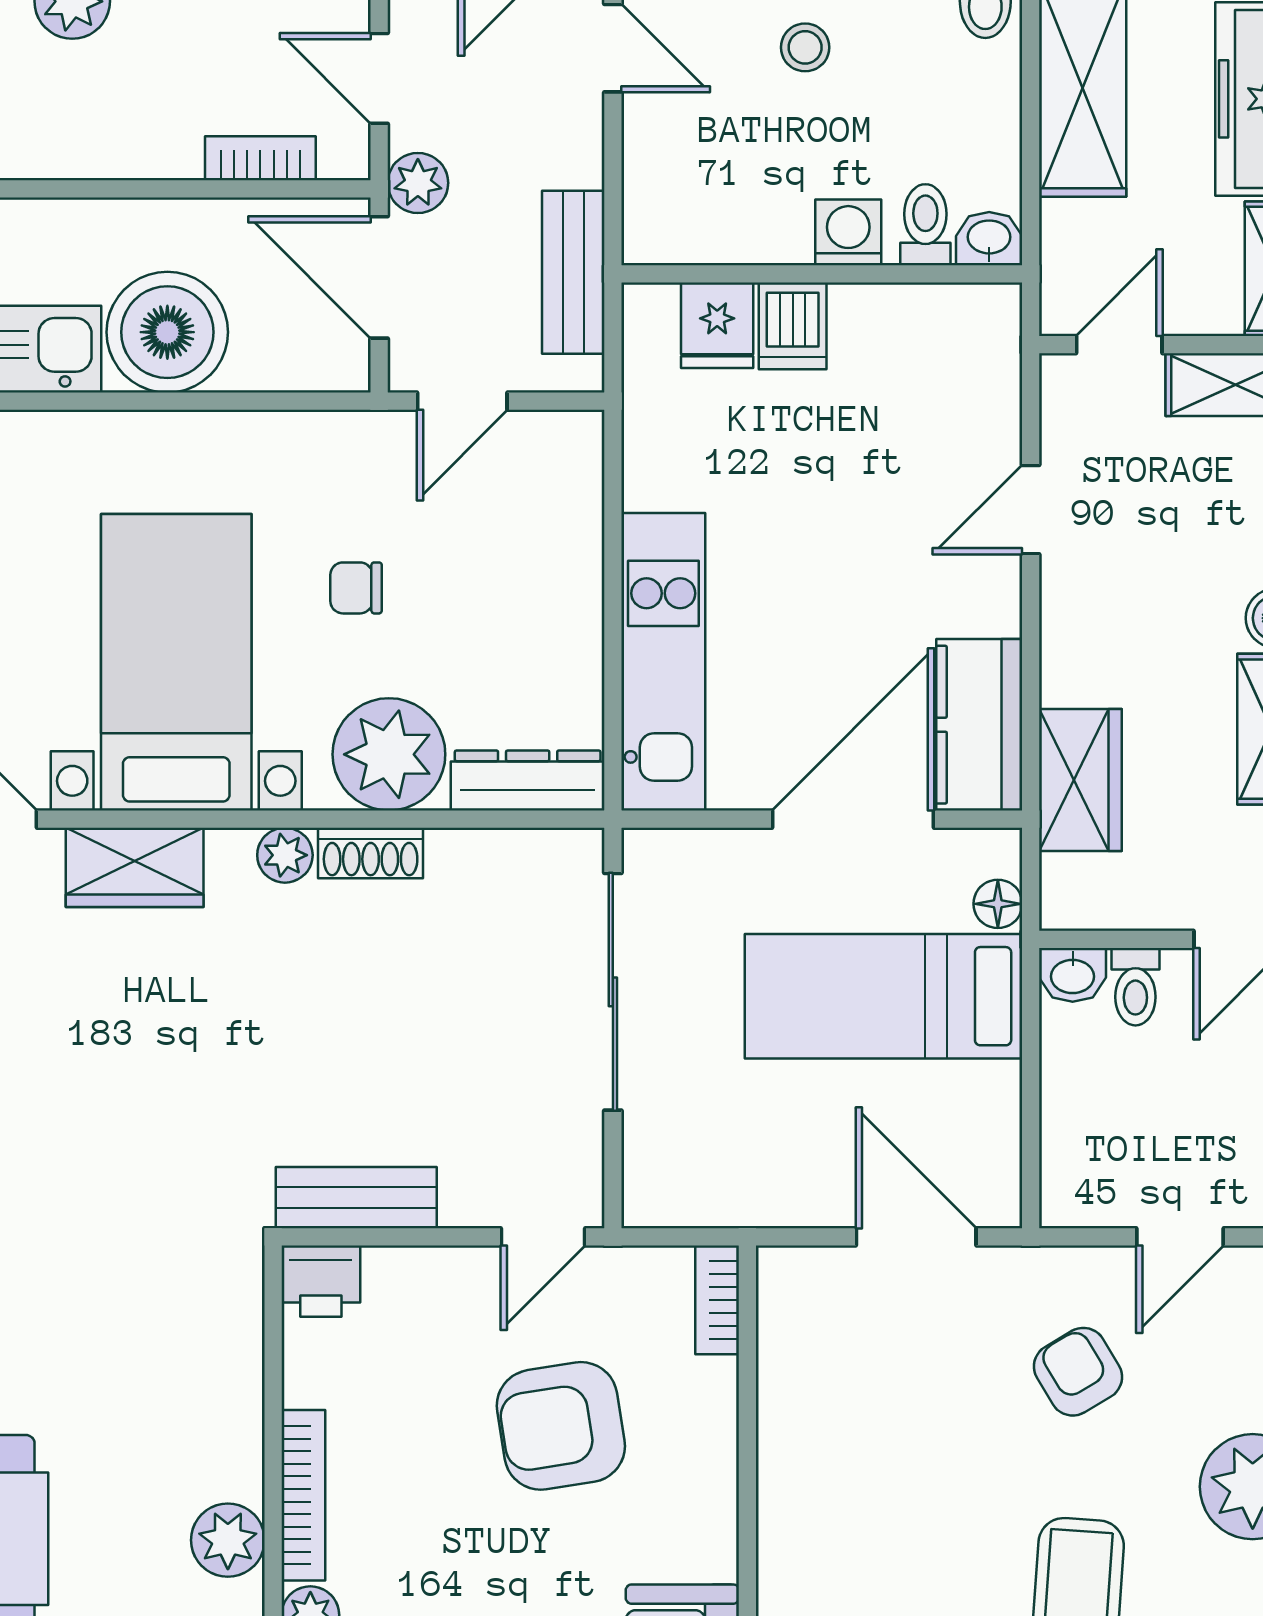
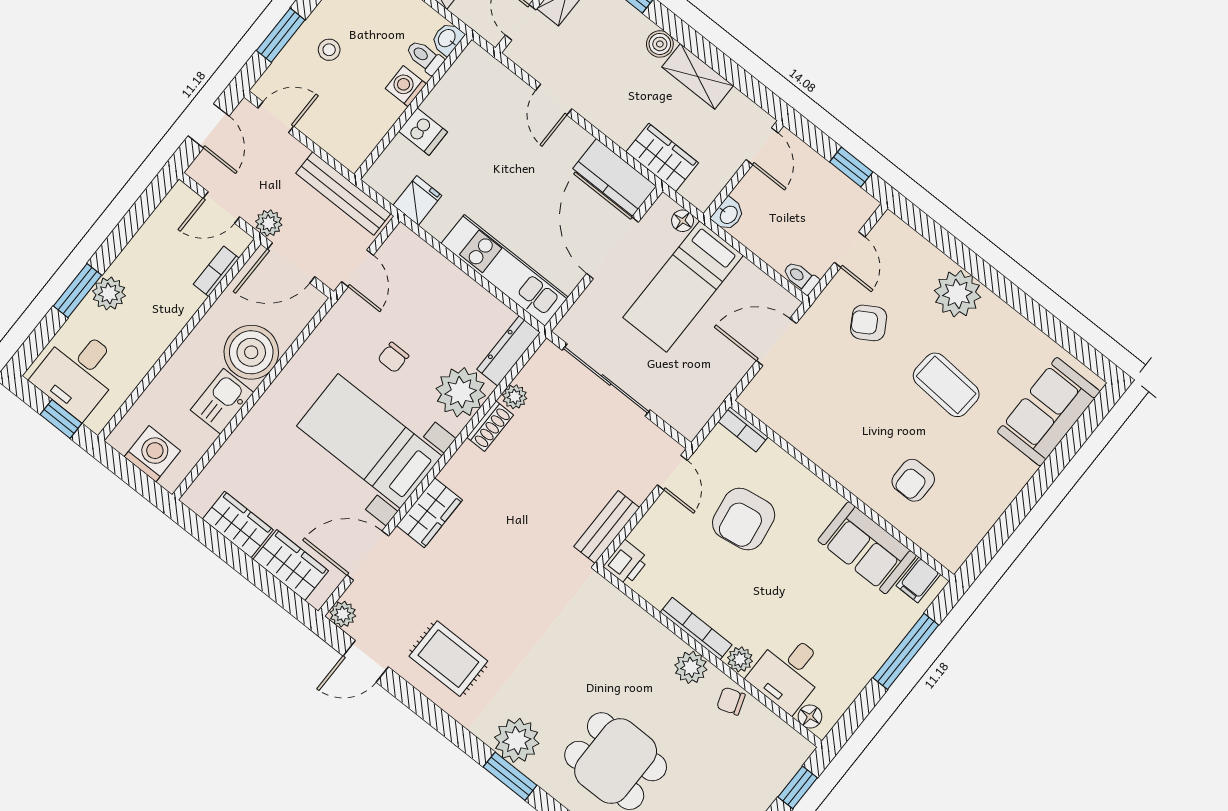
bench: (573, 272) -> (343, 194), width x1.36
fridge: (717, 325) -> (417, 200), moved, turned -90
plant: (285, 855) -> (515, 397), moved
toilet: (1135, 987) -> (801, 277), moved, turned 180

